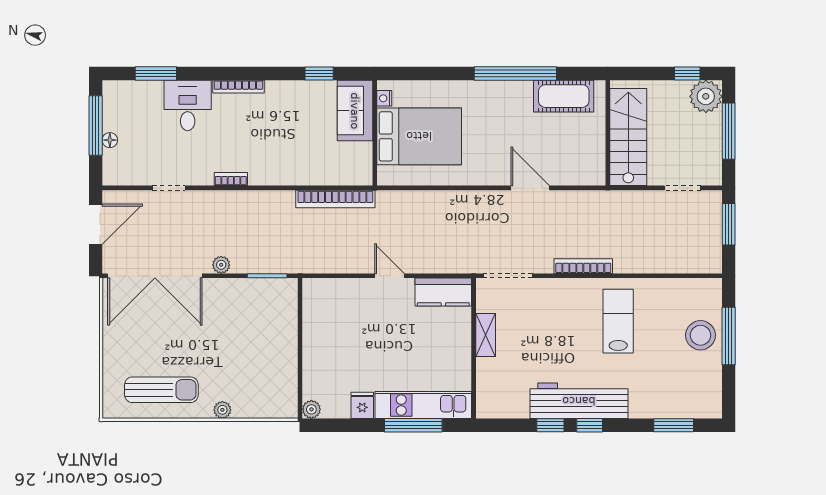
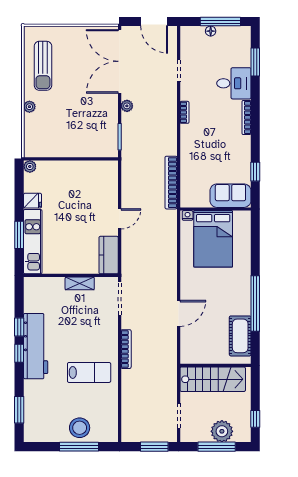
plant: (706, 96) -> (222, 431), moved
nightstand: (384, 98) -> (188, 215), moved
window: (413, 425) -> (19, 235), width x0.69

